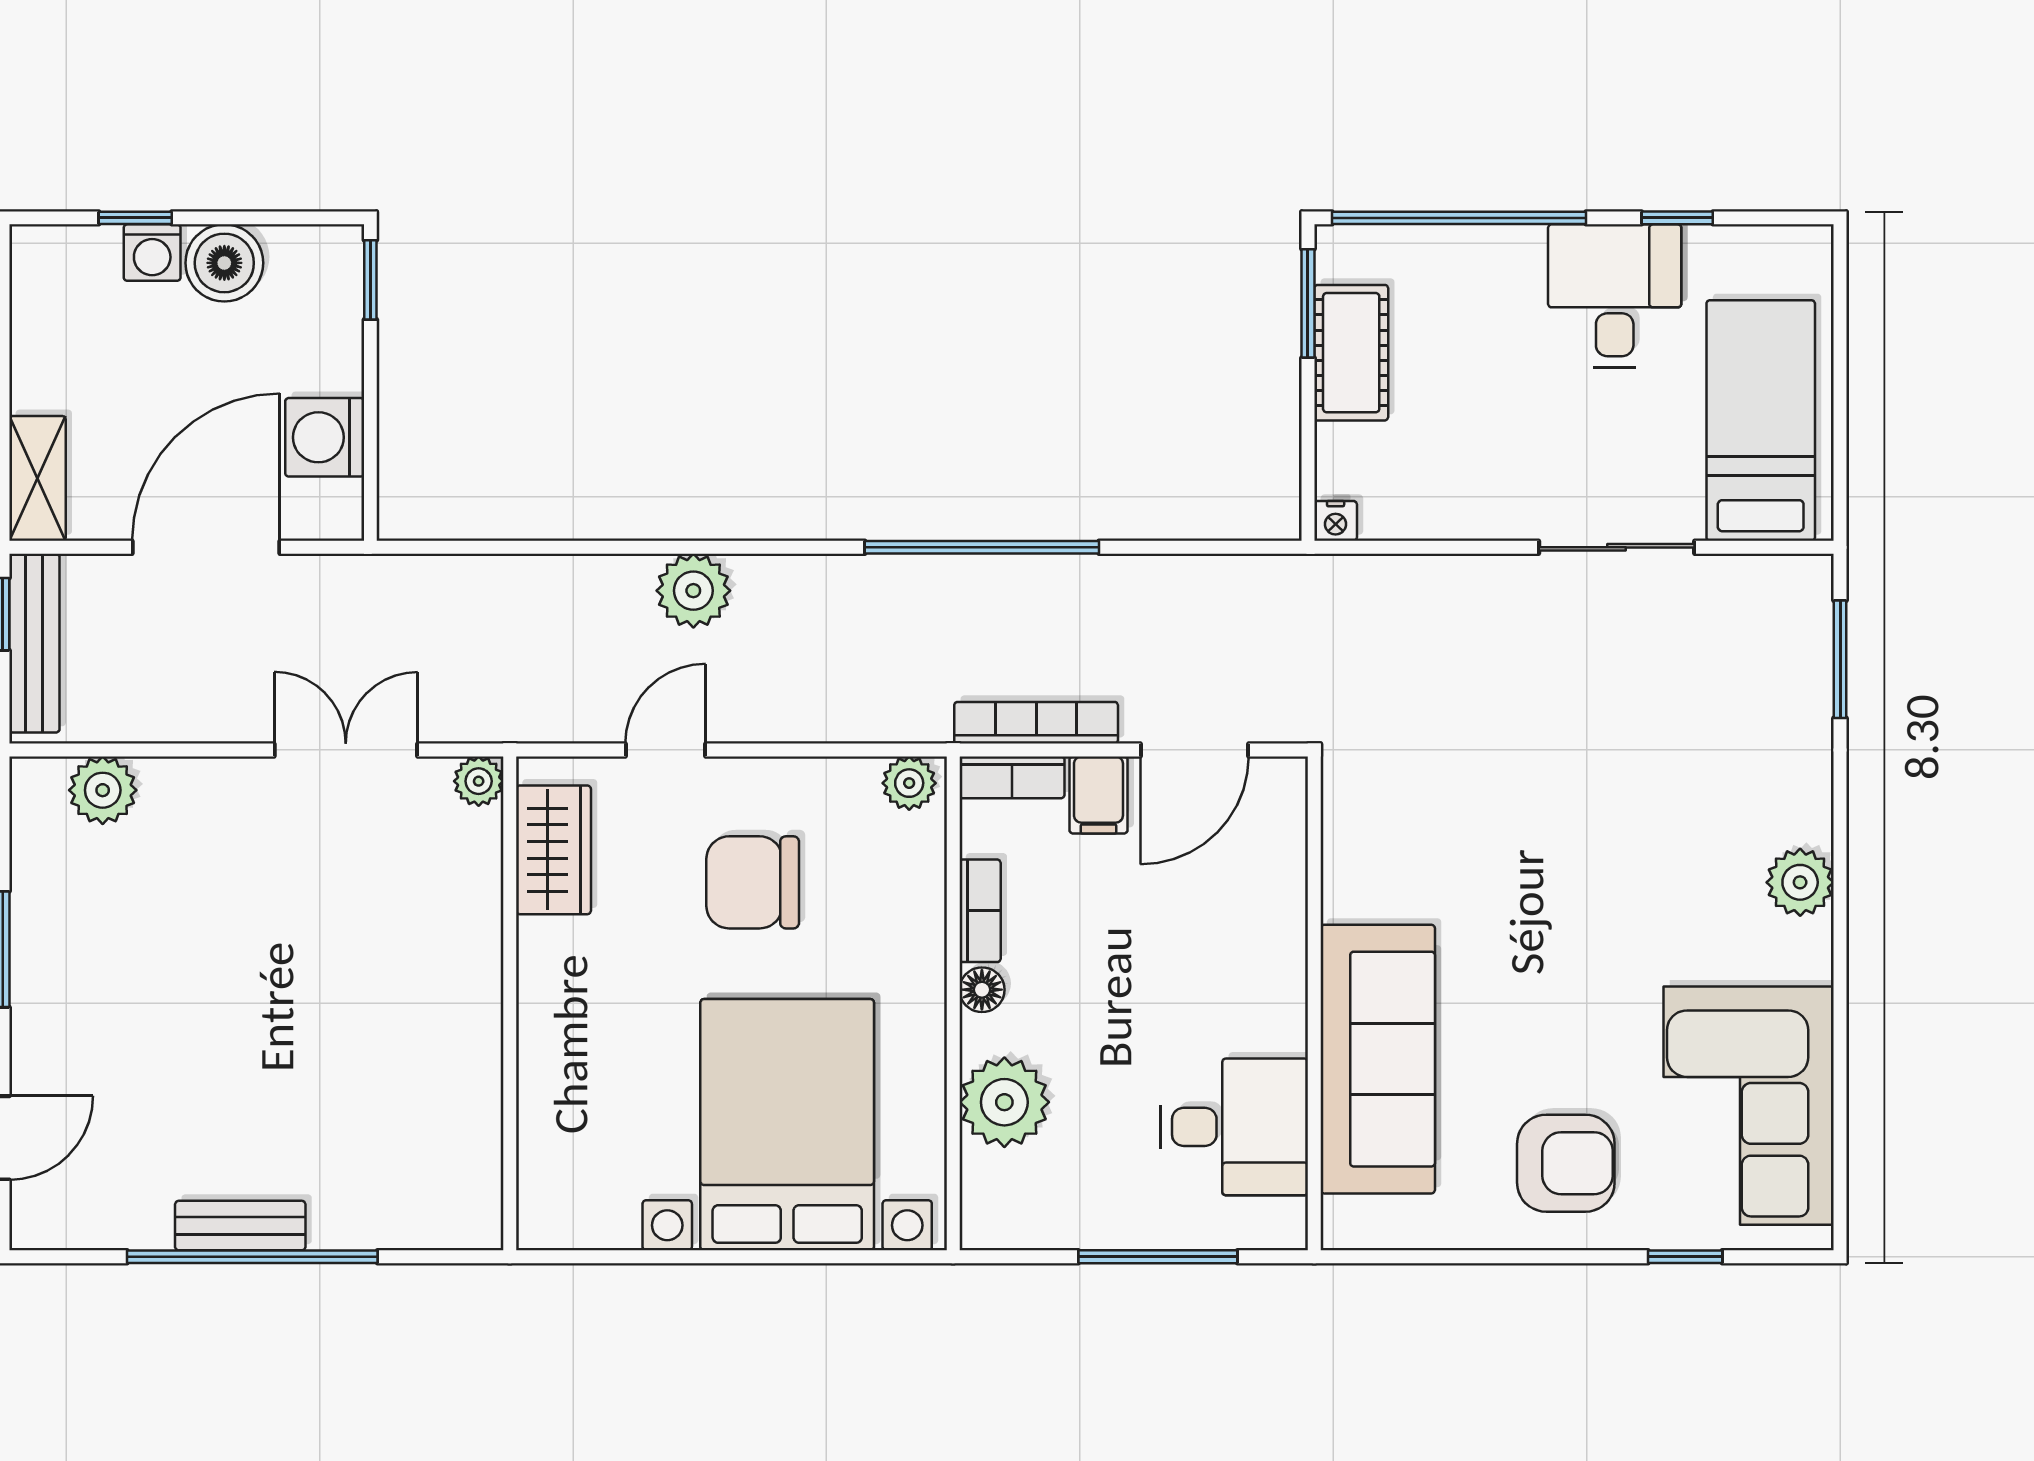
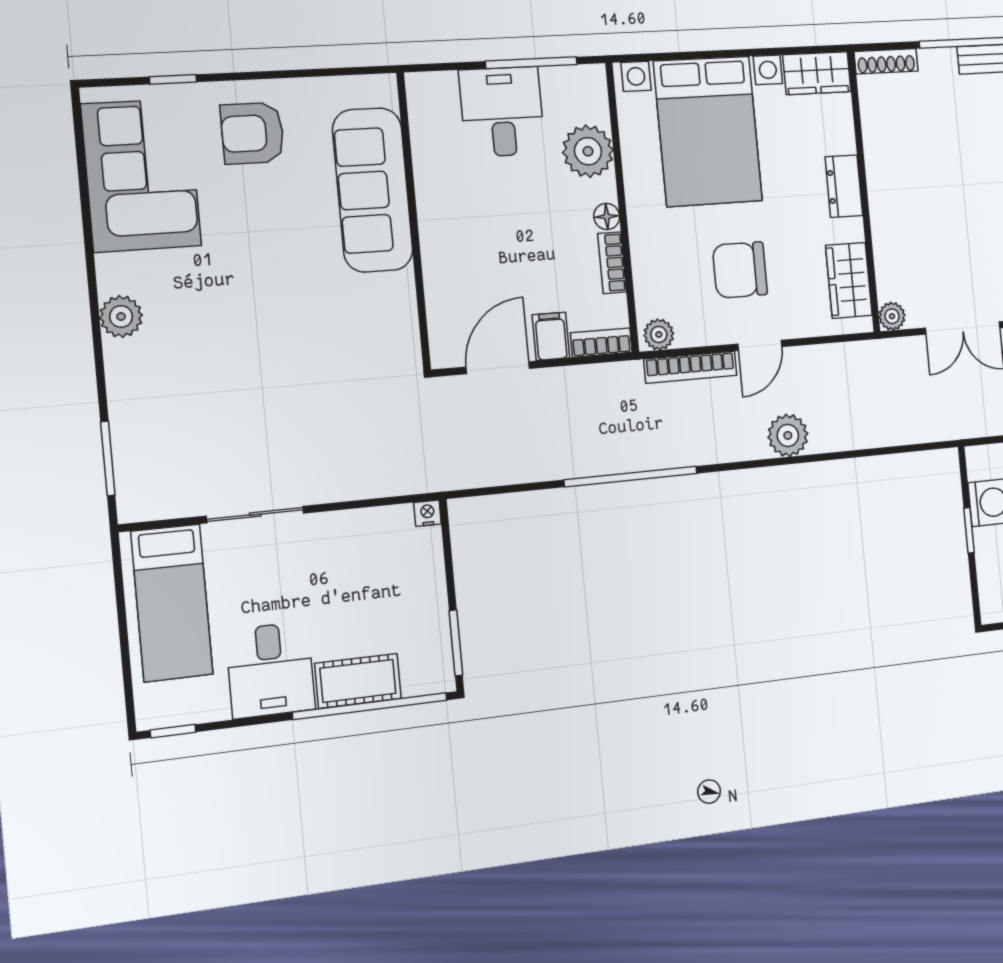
window: (1677, 218) -> (173, 731), moved
window: (370, 280) -> (969, 530), moved
cot: (1351, 353) -> (358, 681), moved, turned 90
bookcase: (1036, 723) -> (690, 367), moved
door: (665, 750) -> (760, 345), moved
chair: (753, 882) -> (740, 270), turned 180
dresser: (546, 1015) -> (844, 186), added
desk: (1234, 1127) -> (502, 112), moved, turned 90
wardrobe: (577, 1215) -> (817, 73), added
shoe rack: (444, 1230) -> (886, 61), added
window: (1158, 1257) -> (531, 63), moved

